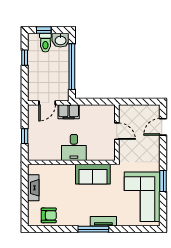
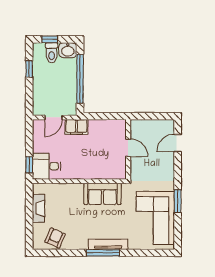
window: (25, 136) -> (29, 165), moved
desk: (74, 147) -> (47, 166), moved, turned 90
armchair: (49, 215) -> (55, 238), turned -66
tv unit: (103, 221) -> (108, 244), width x1.41

